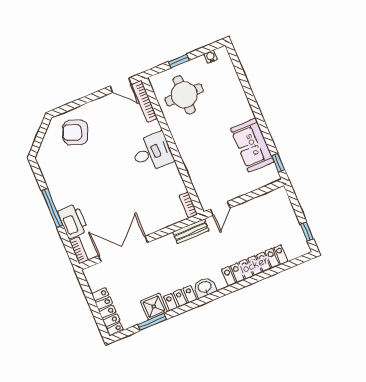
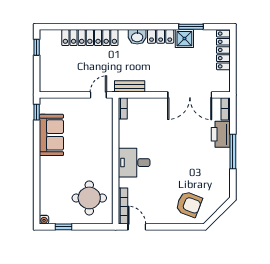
water cooler: (211, 57) -> (44, 220), moved
window: (179, 61) -> (63, 227), moved

